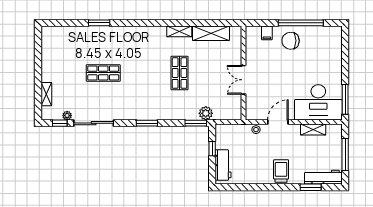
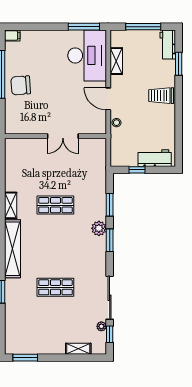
shelving: (211, 33) -> (13, 249), moved, width x1.47
filing cabinet: (267, 33) -> (12, 36), moved
chair: (291, 41) -> (21, 85), turned 86
window: (38, 45) -> (25, 358), added
shop shelf: (103, 73) -> (55, 287), turned 90
plant: (206, 113) -> (99, 228), moved
window: (196, 123) -> (110, 205), moved
workbench: (323, 177) -> (168, 45), width x0.73

